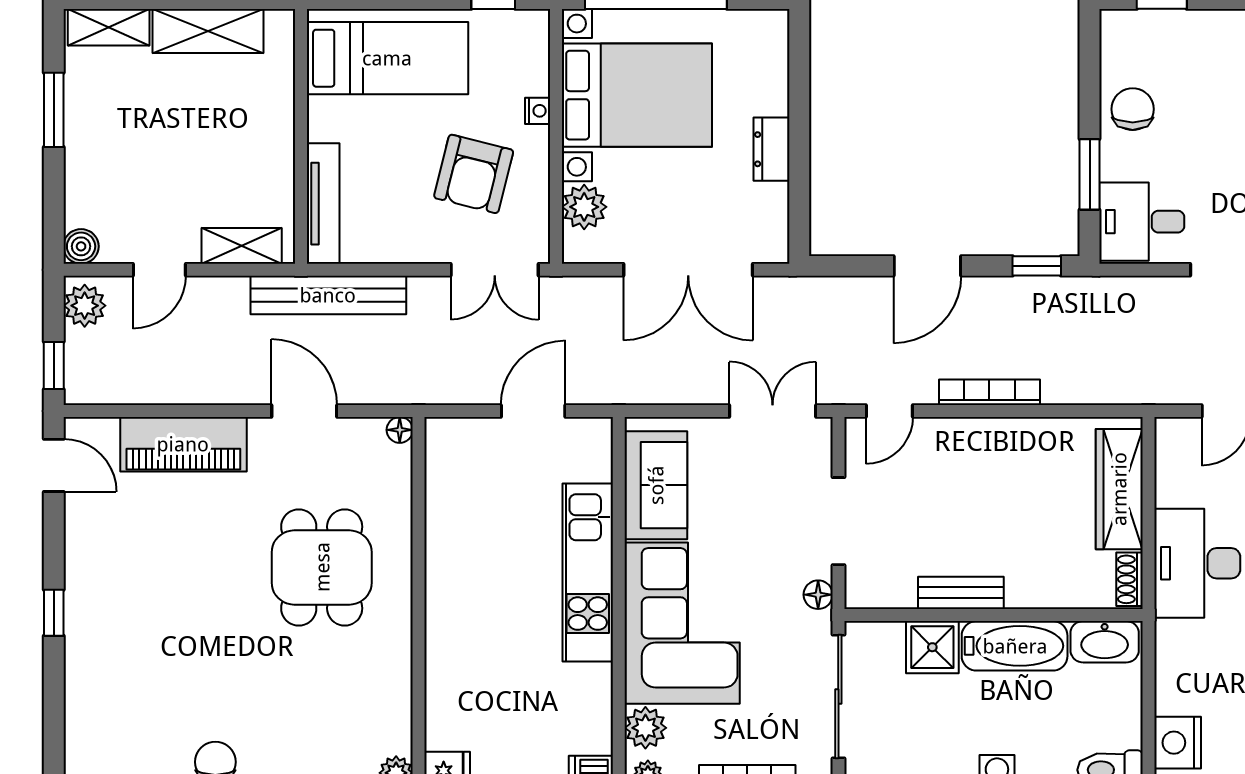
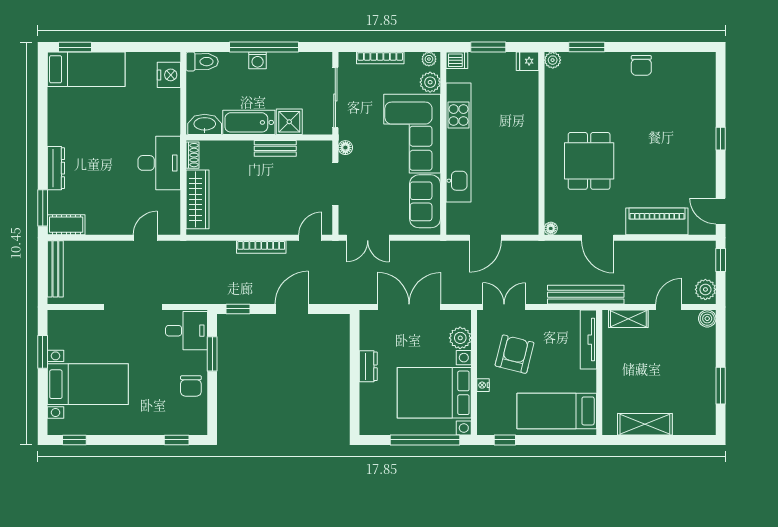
shelving: (109, 27) -> (694, 426), removed
kitchen unit: (588, 573) -> (458, 143), width x1.36

